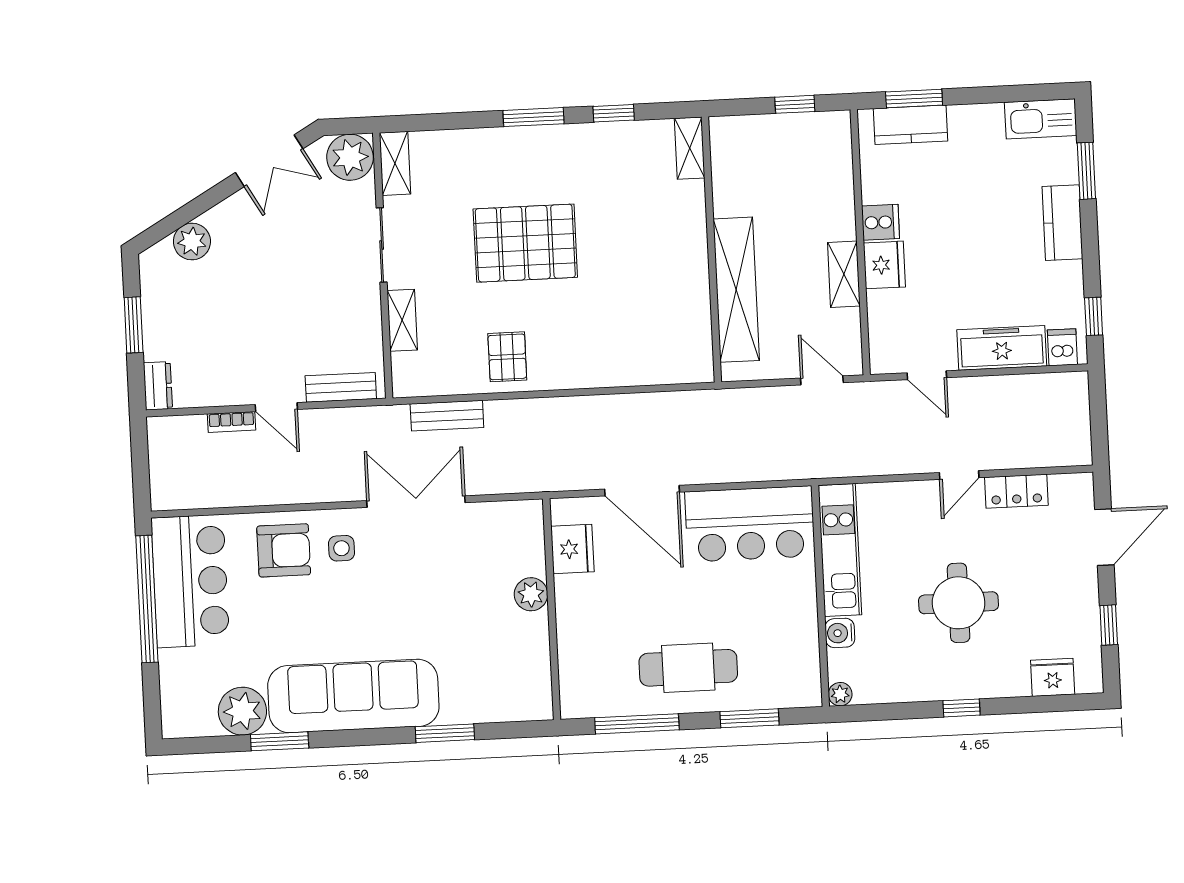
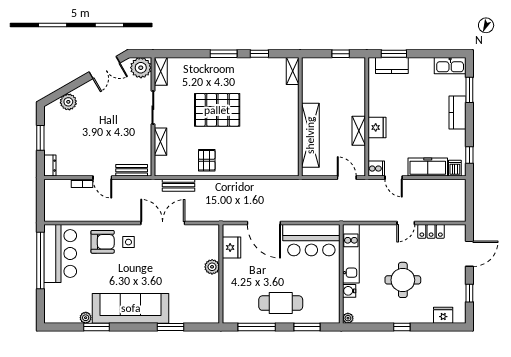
cooker: (880, 222) -> (376, 169), moved
plant: (242, 711) -> (86, 318), width x0.53, depth x0.53

